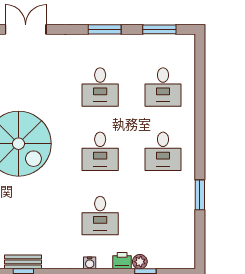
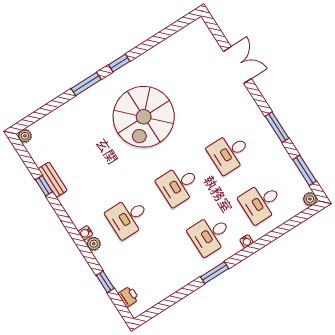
plant: (188, 41) -> (310, 199), added
water cooler: (190, 122) -> (246, 241), added
window: (200, 195) -> (215, 273), moved
printer: (122, 261) -> (129, 297), moved
plant: (140, 262) -> (94, 244), moved

